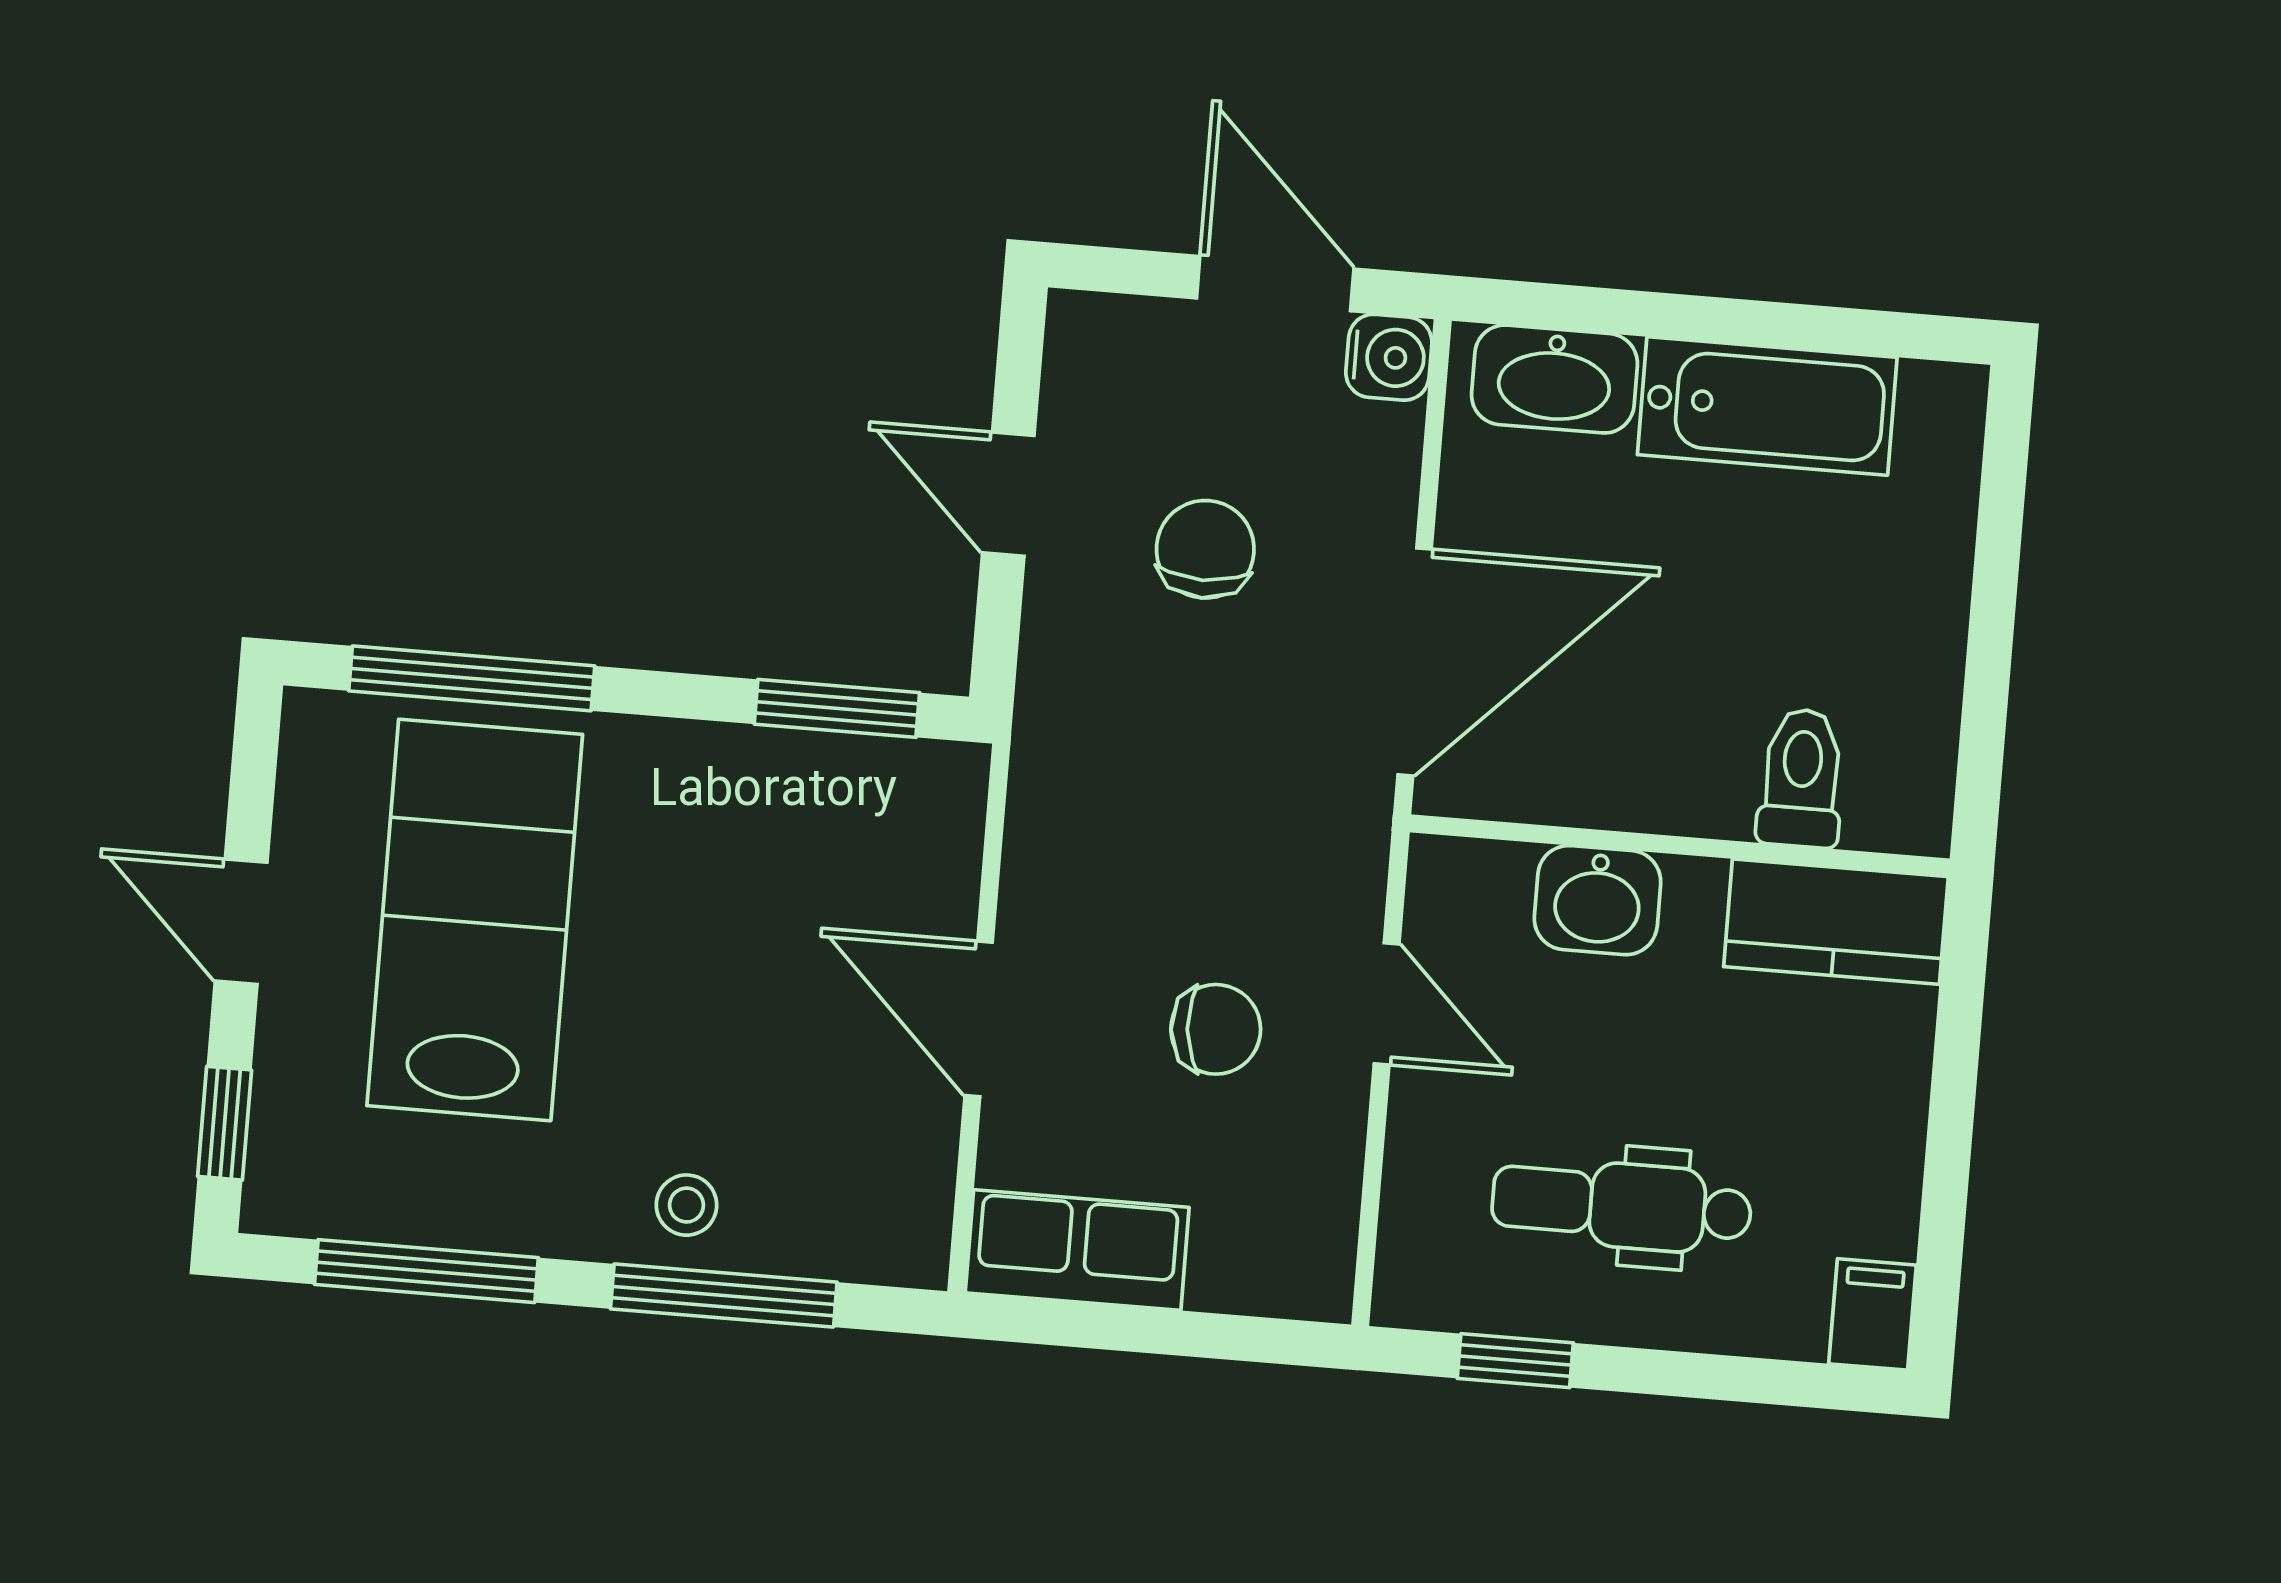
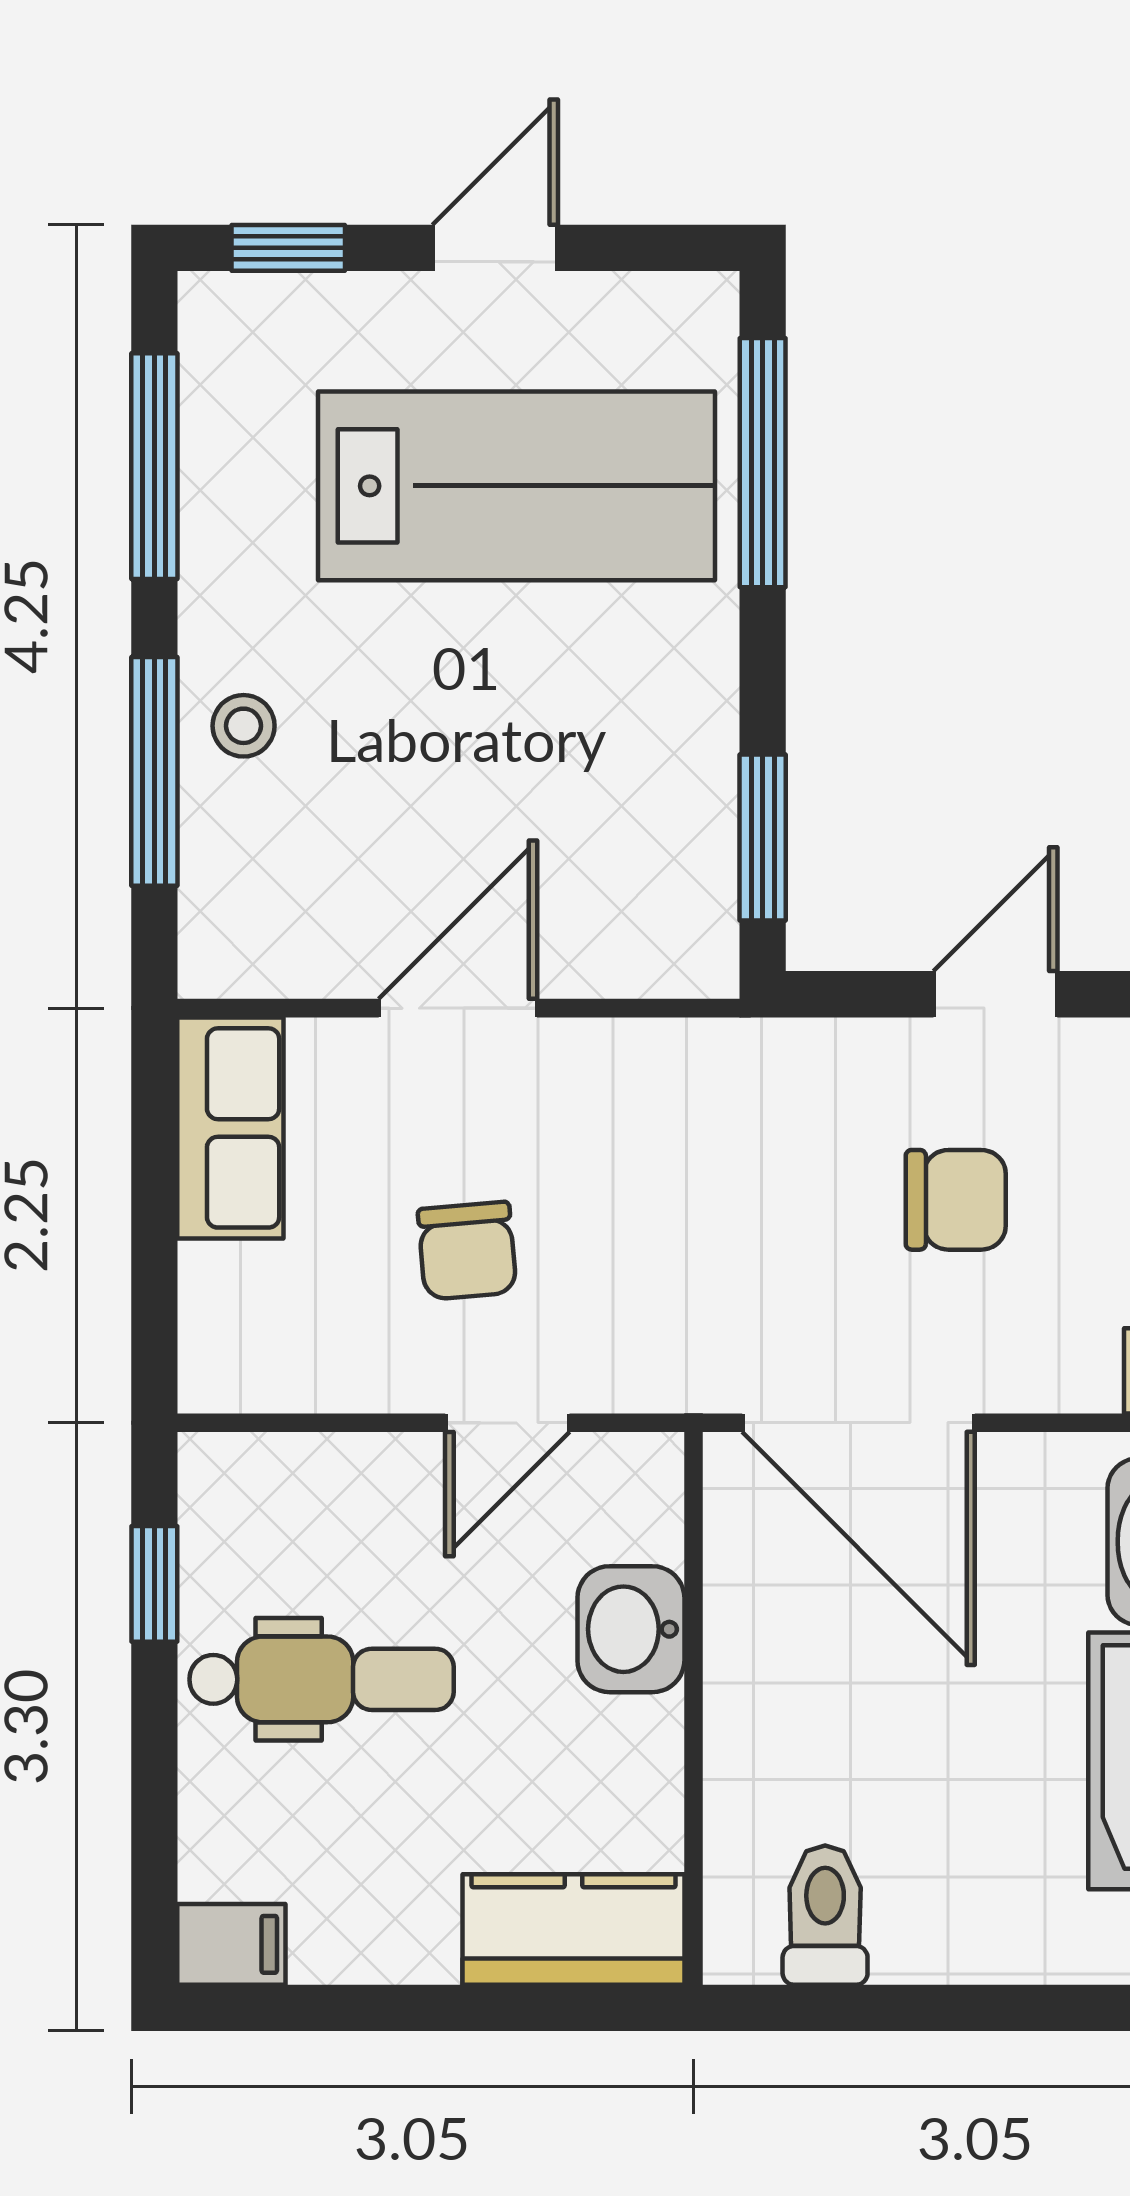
toilet: (1801, 778) -> (825, 1915), moved, turned -90
kitchen counter: (1836, 922) -> (573, 1929), moved, turned 90
dental chair: (1622, 1205) -> (322, 1679), turned 90

